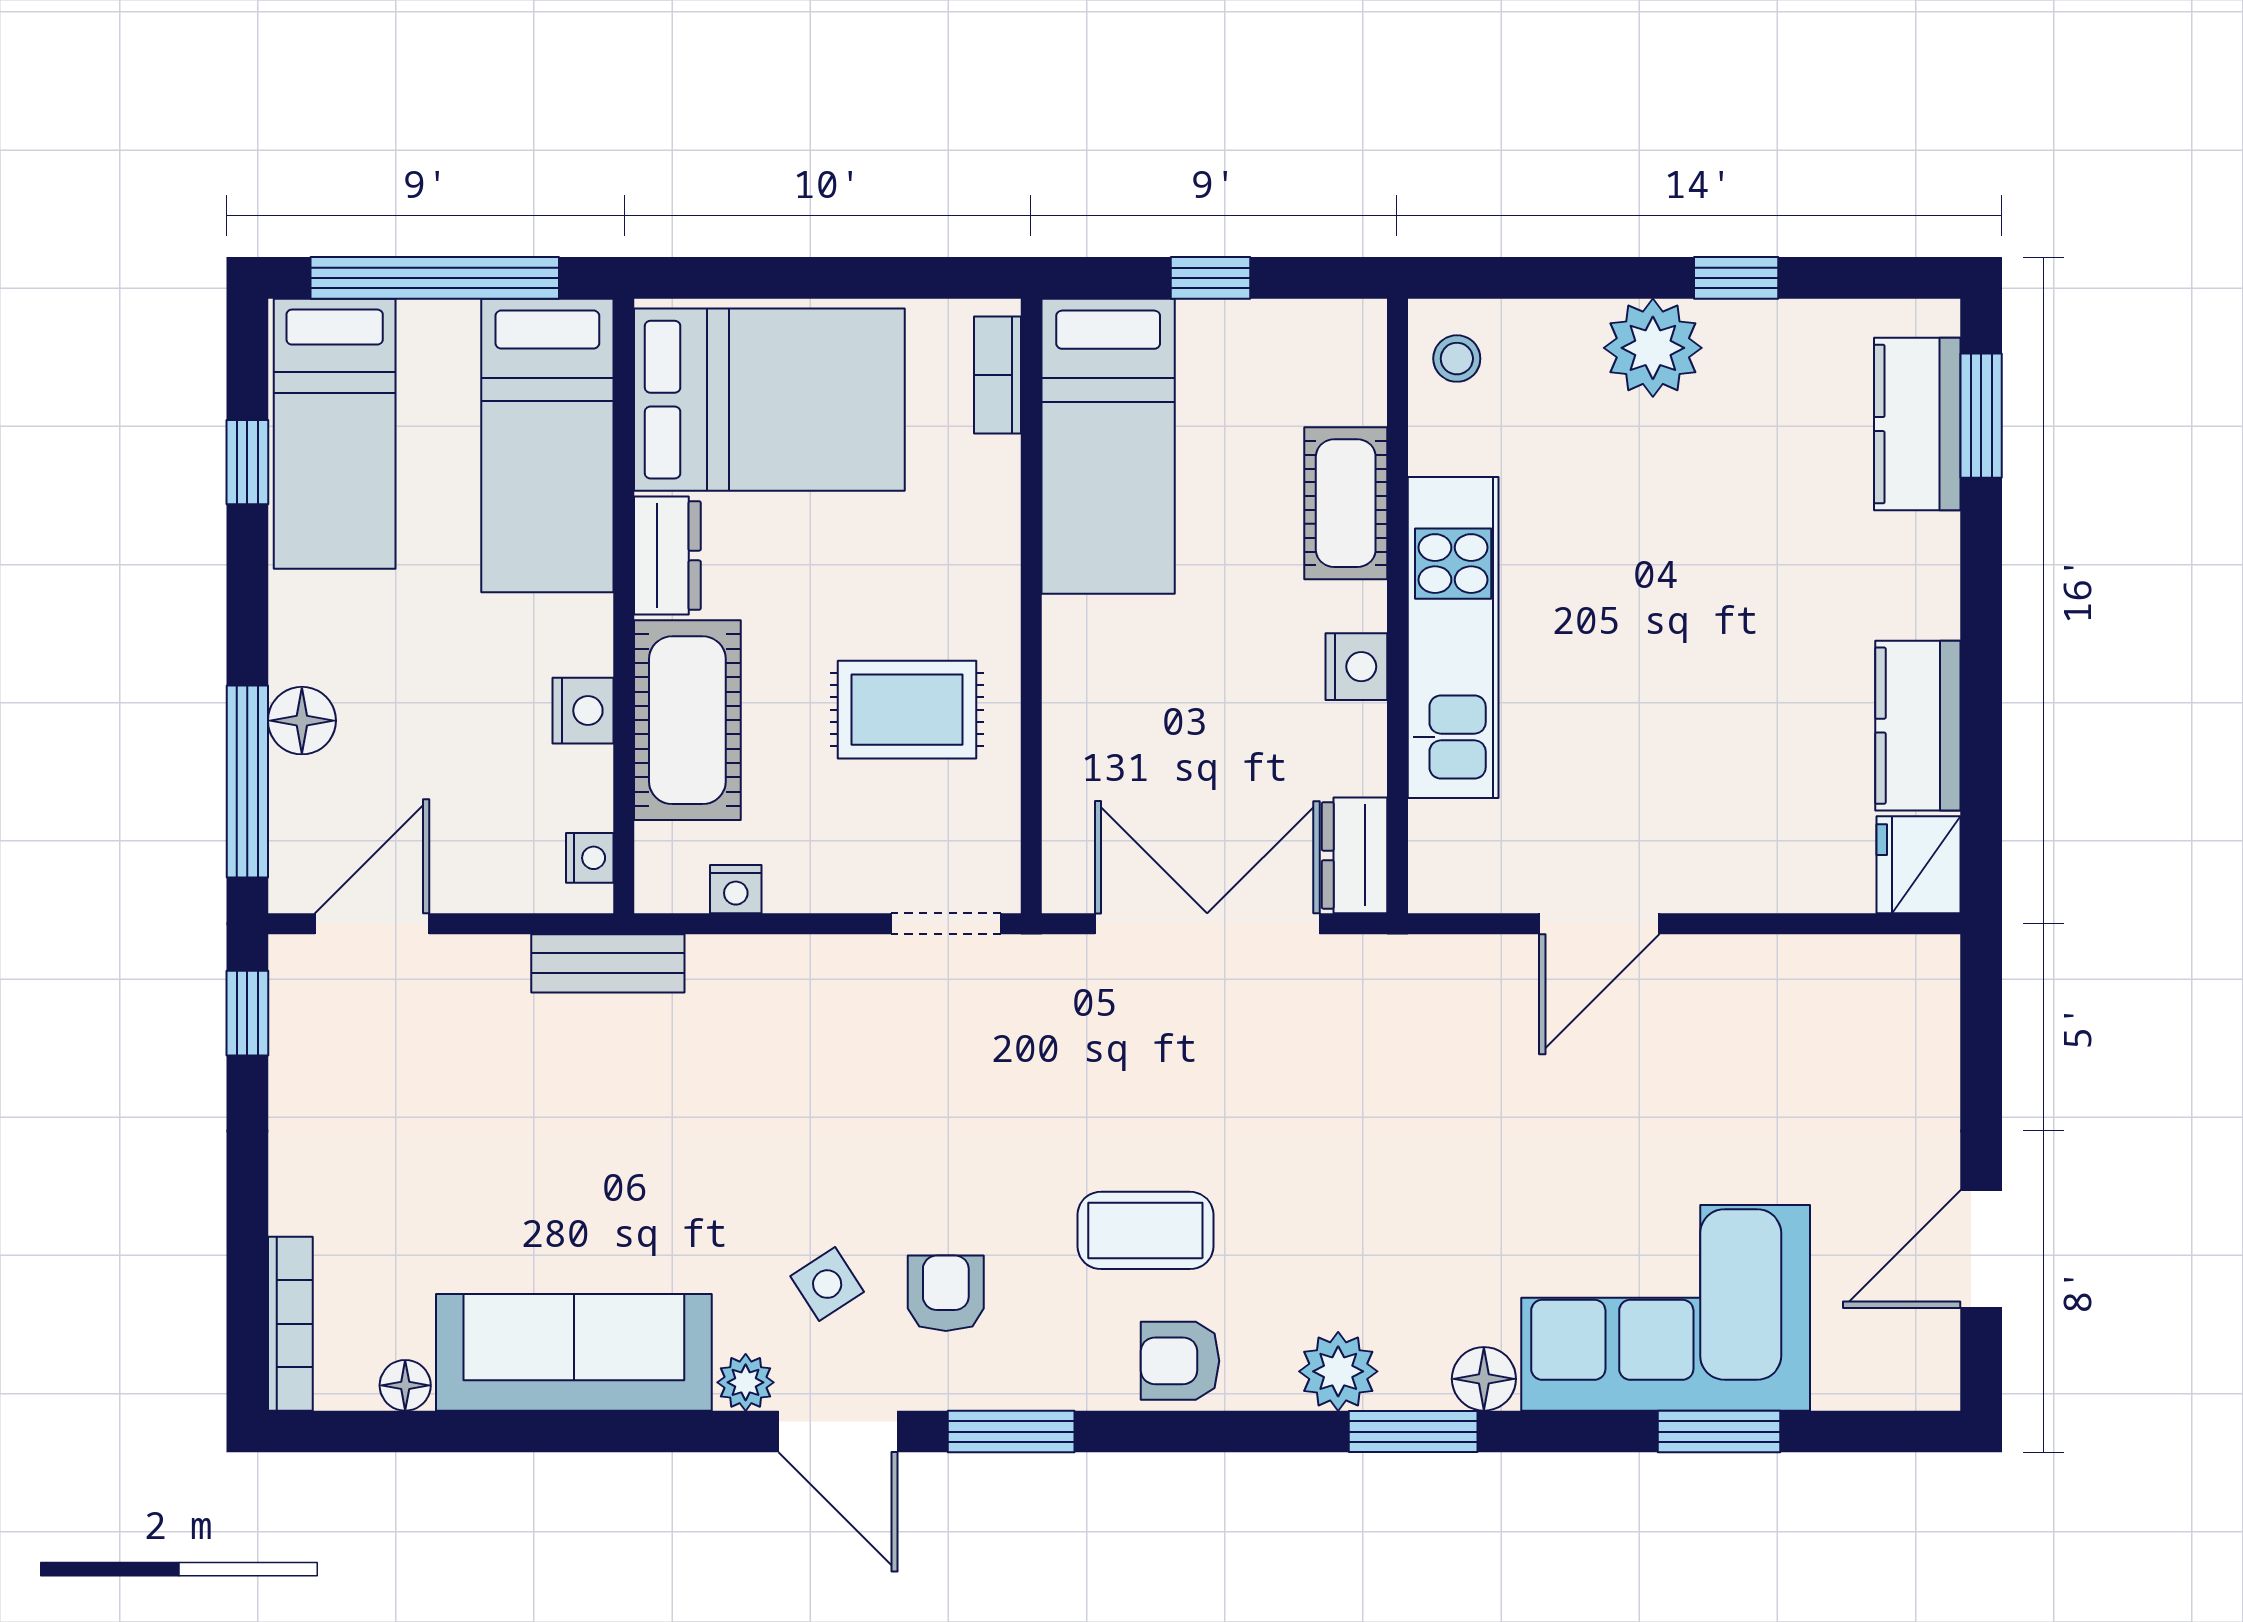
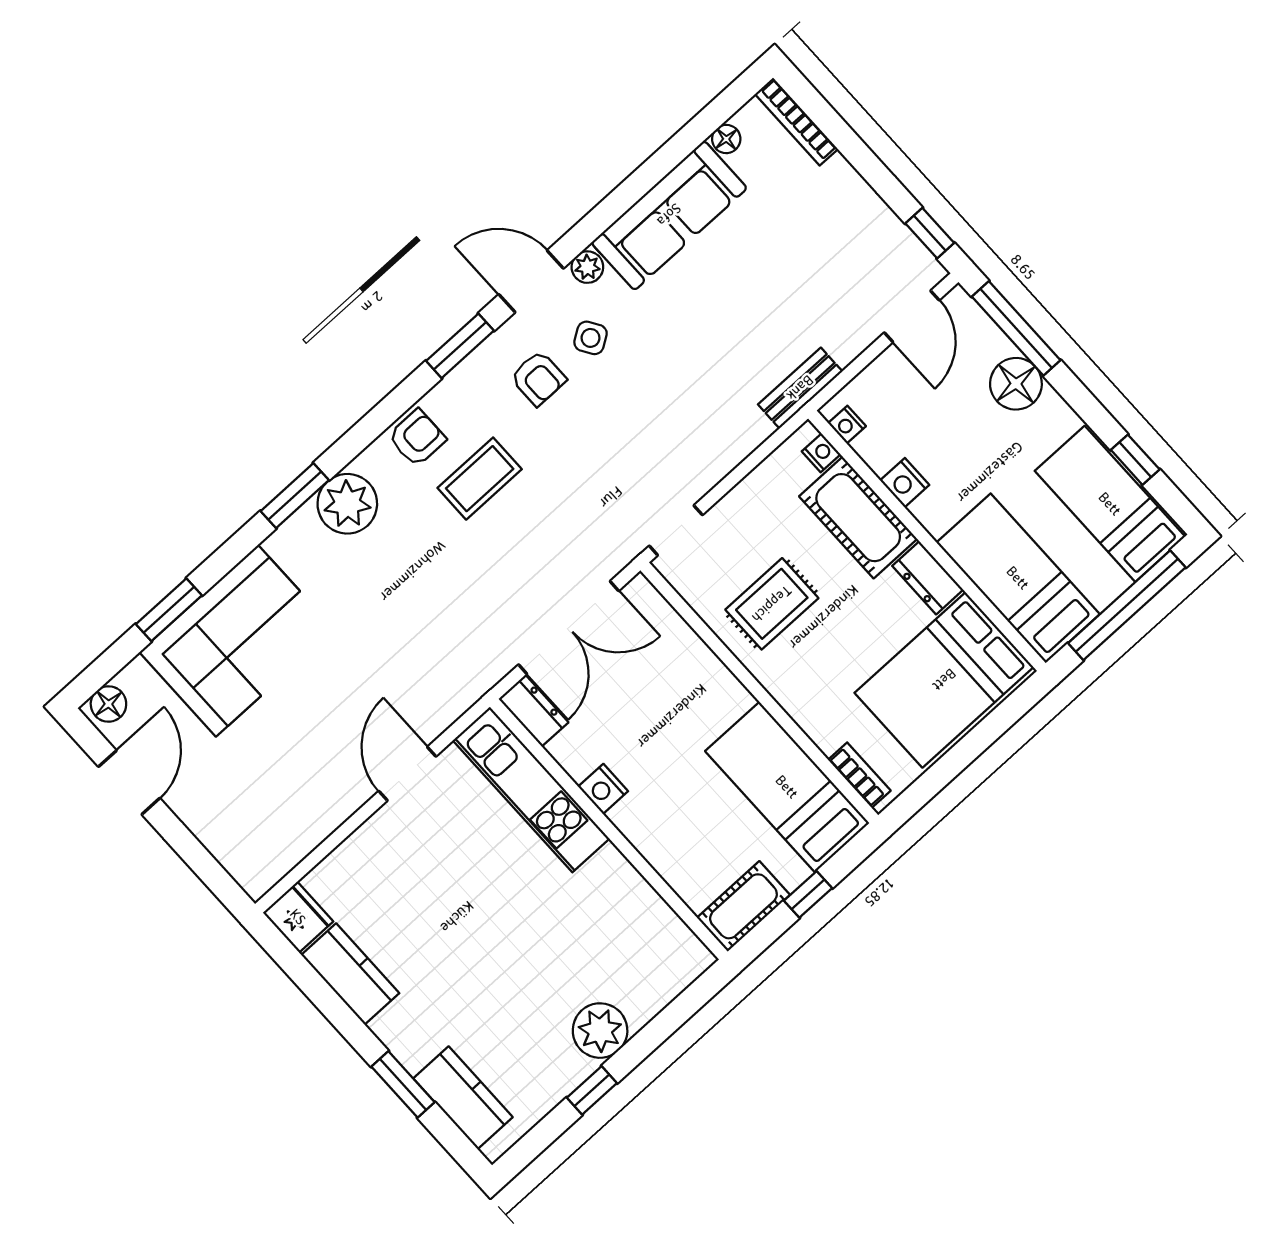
stool: (1457, 359) -> (677, 953), removed
window: (1981, 416) -> (403, 1084), moved
cot: (1346, 503) -> (743, 906), moved, turned 90
kitchen unit: (1453, 637) -> (531, 790), moved
floor lamp: (302, 721) -> (1016, 384), width x1.38, depth x1.38
nightstand: (736, 889) -> (821, 453), moved, turned 90
plant: (1338, 1371) -> (347, 504), width x1.36, depth x1.36
floor lamp: (1484, 1379) -> (108, 704), moved

